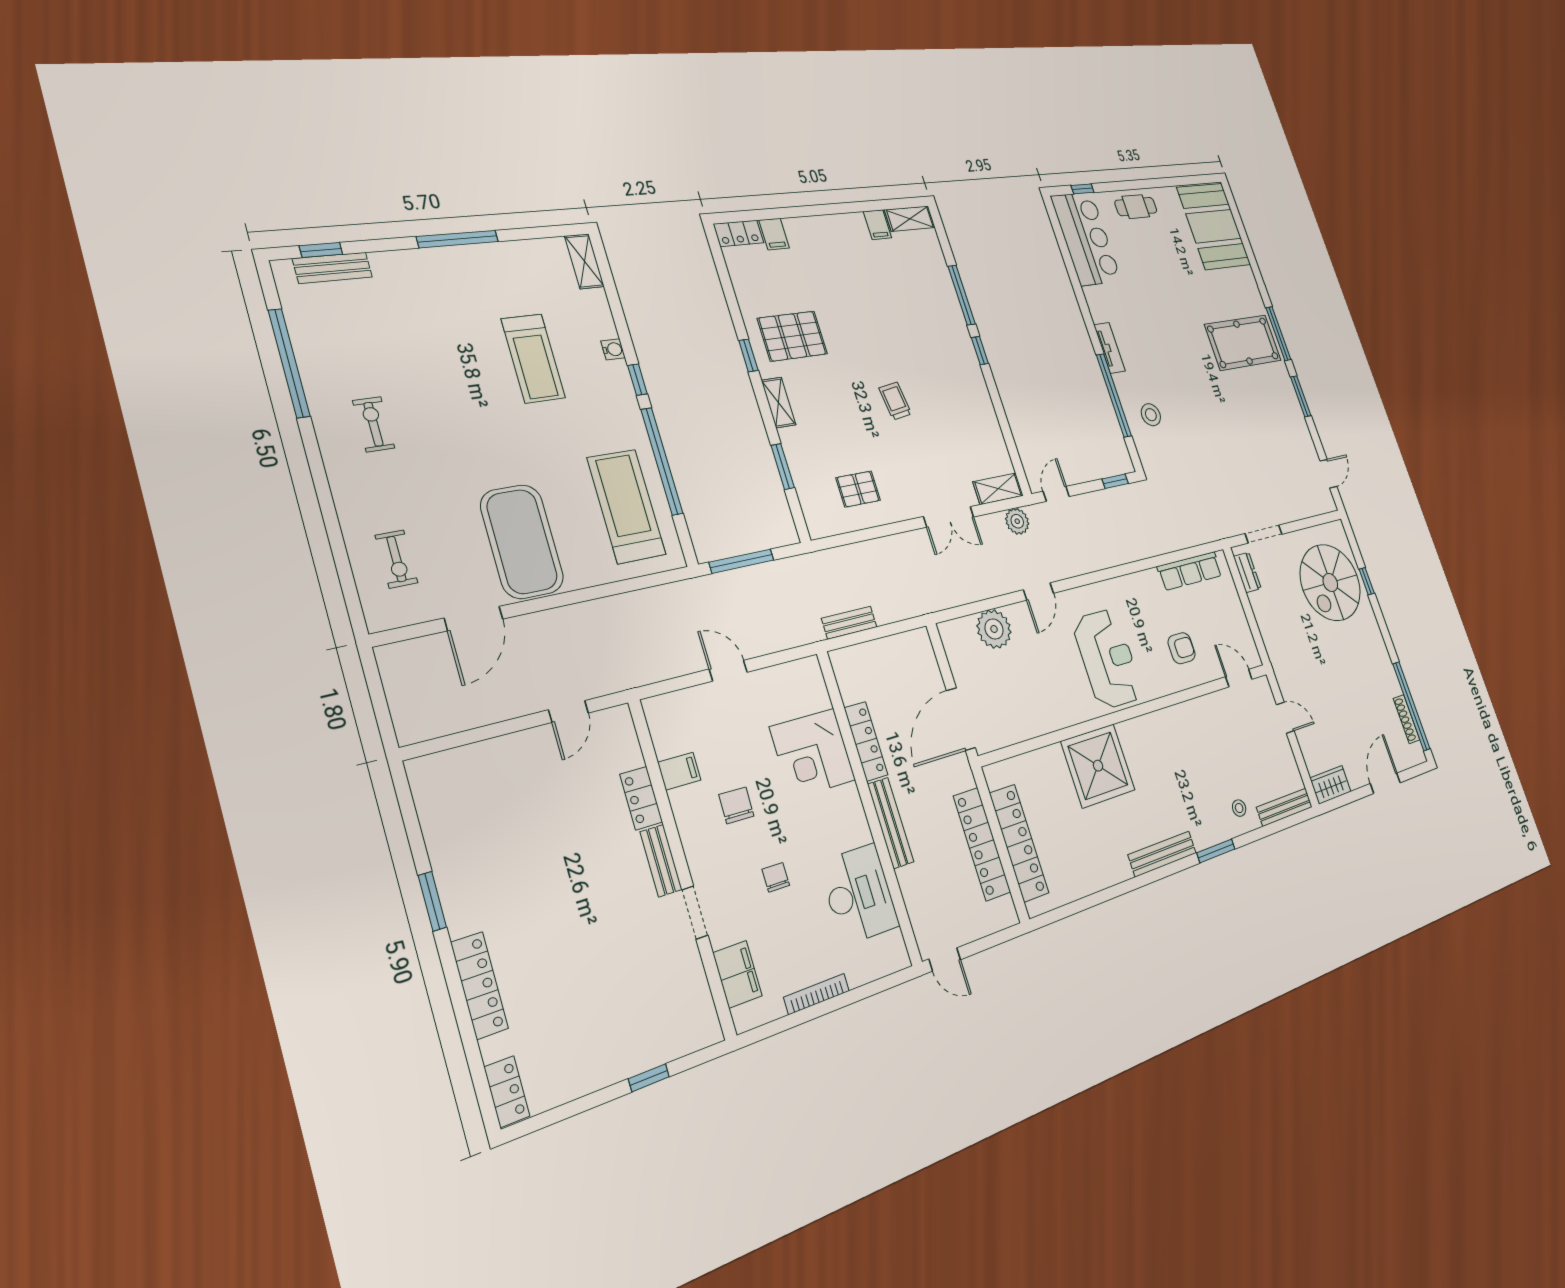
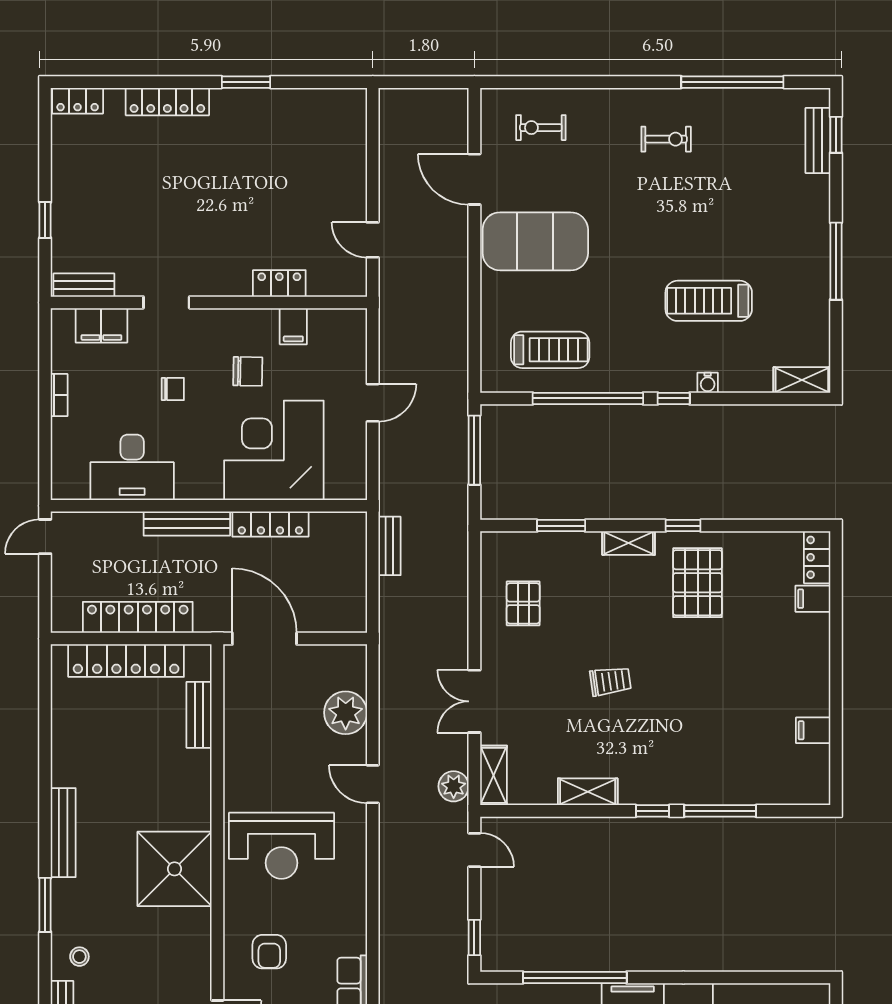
shelving: (910, 219) -> (588, 792), moved, turned 90
treadmill: (626, 506) -> (550, 350), width x0.73, depth x0.73
corner desk: (813, 754) -> (274, 450), width x1.36, depth x1.36
bench: (1038, 761) -> (199, 715), added
shower: (1098, 766) -> (175, 869), moved
bench: (661, 861) -> (84, 285), moved
bookcase: (817, 994) -> (59, 395), width x0.64

